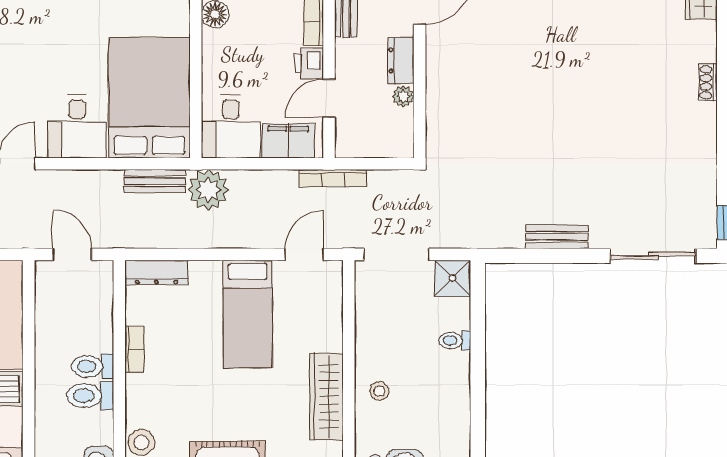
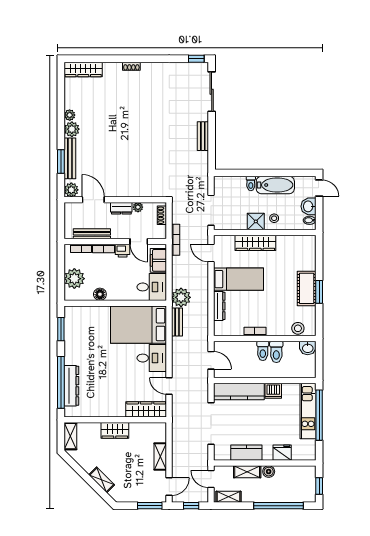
shoe rack: (386, 148) -> (162, 215), added
door: (72, 254) -> (211, 360), swing flipped
dresser: (156, 272) -> (219, 306), moved
shower: (453, 278) -> (256, 221), moved
bathtub: (451, 393) -> (275, 185), added
wardrobe: (326, 397) -> (255, 243), moved

